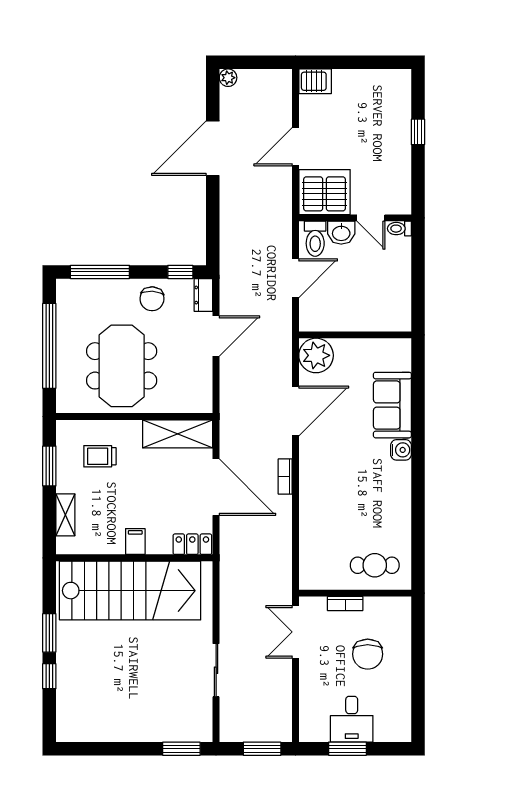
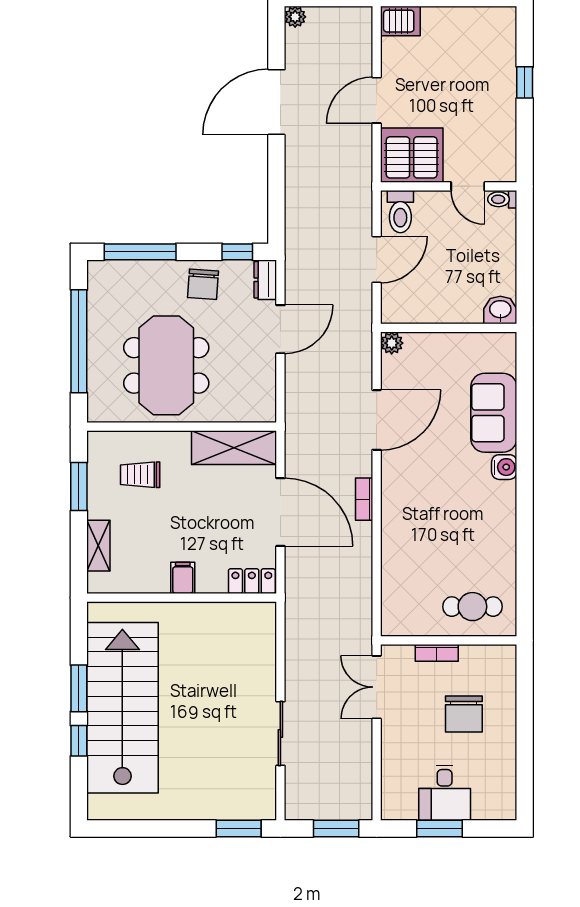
washbasin: (341, 233) -> (500, 310), moved, turned 180
plant: (316, 355) -> (392, 343), width x0.53, depth x0.53
stairs: (130, 591) -> (122, 708), moved, turned -90

